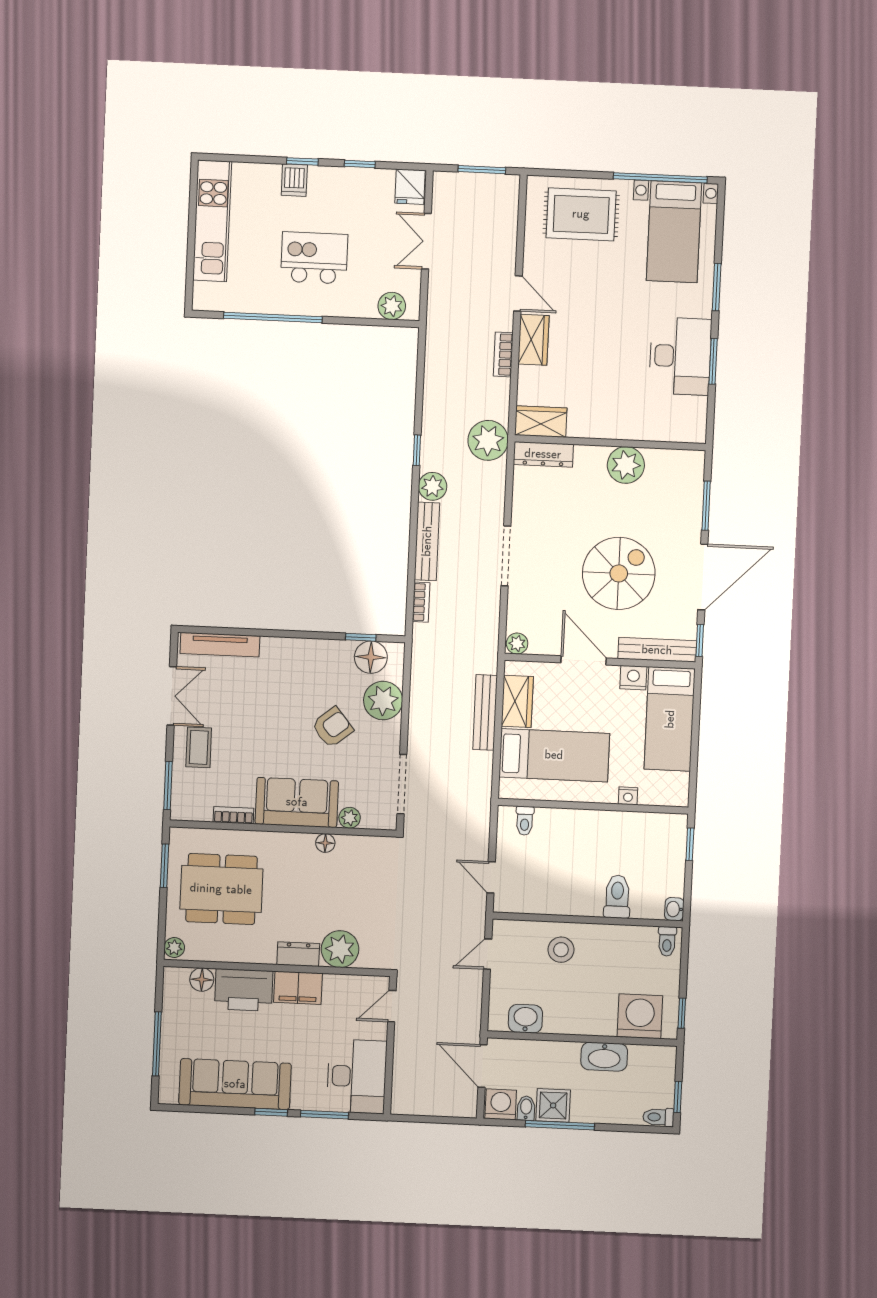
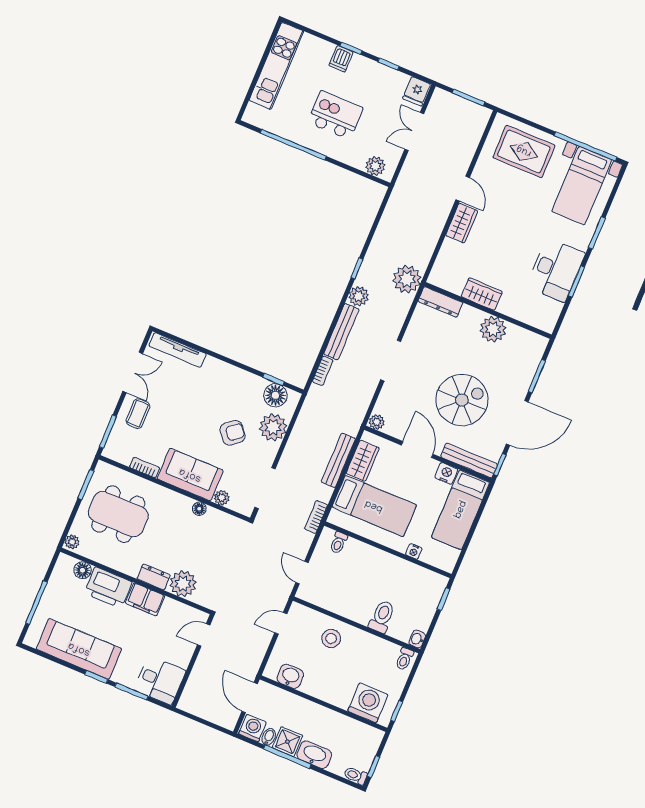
bookcase: (503, 354) -> (316, 517), moved
wardrobe: (541, 422) -> (482, 294), moved
washbasin: (604, 1057) -> (314, 755), moved, turned 180
desk: (357, 1076) -> (160, 680), width x0.73

